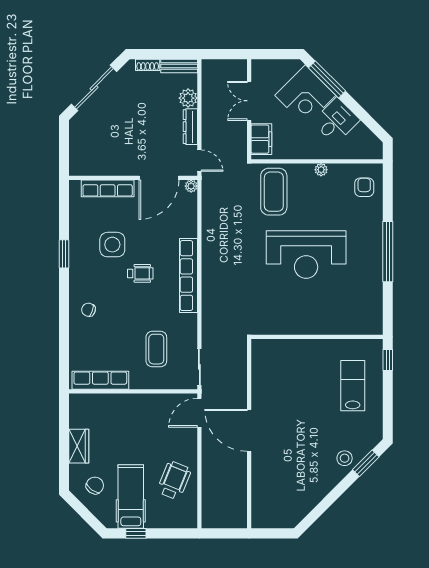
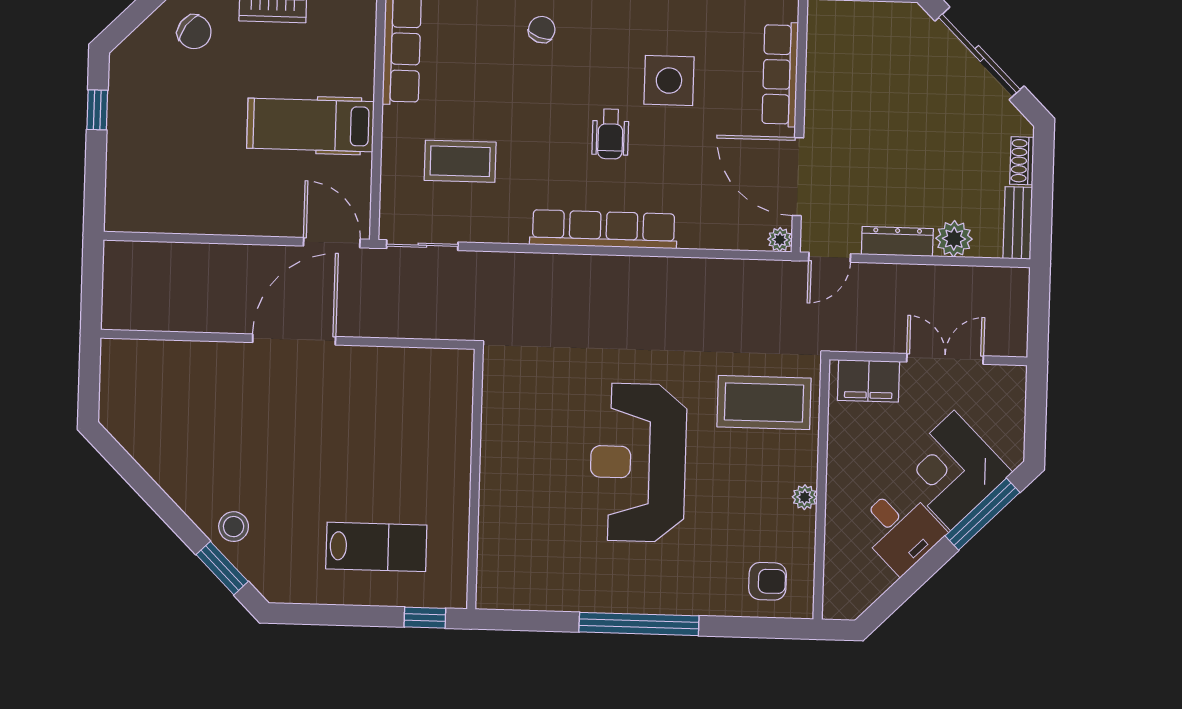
wheelchair: (174, 480) -> (200, 189), removed
hospital bed: (131, 496) -> (310, 125), moved, turned 180

